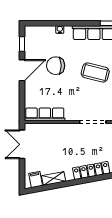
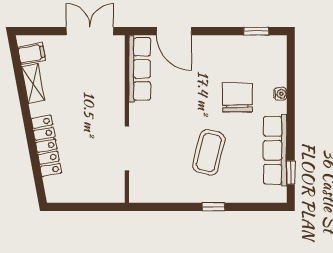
chair: (56, 66) -> (237, 97), moved
door: (22, 70) -> (174, 31), moved

